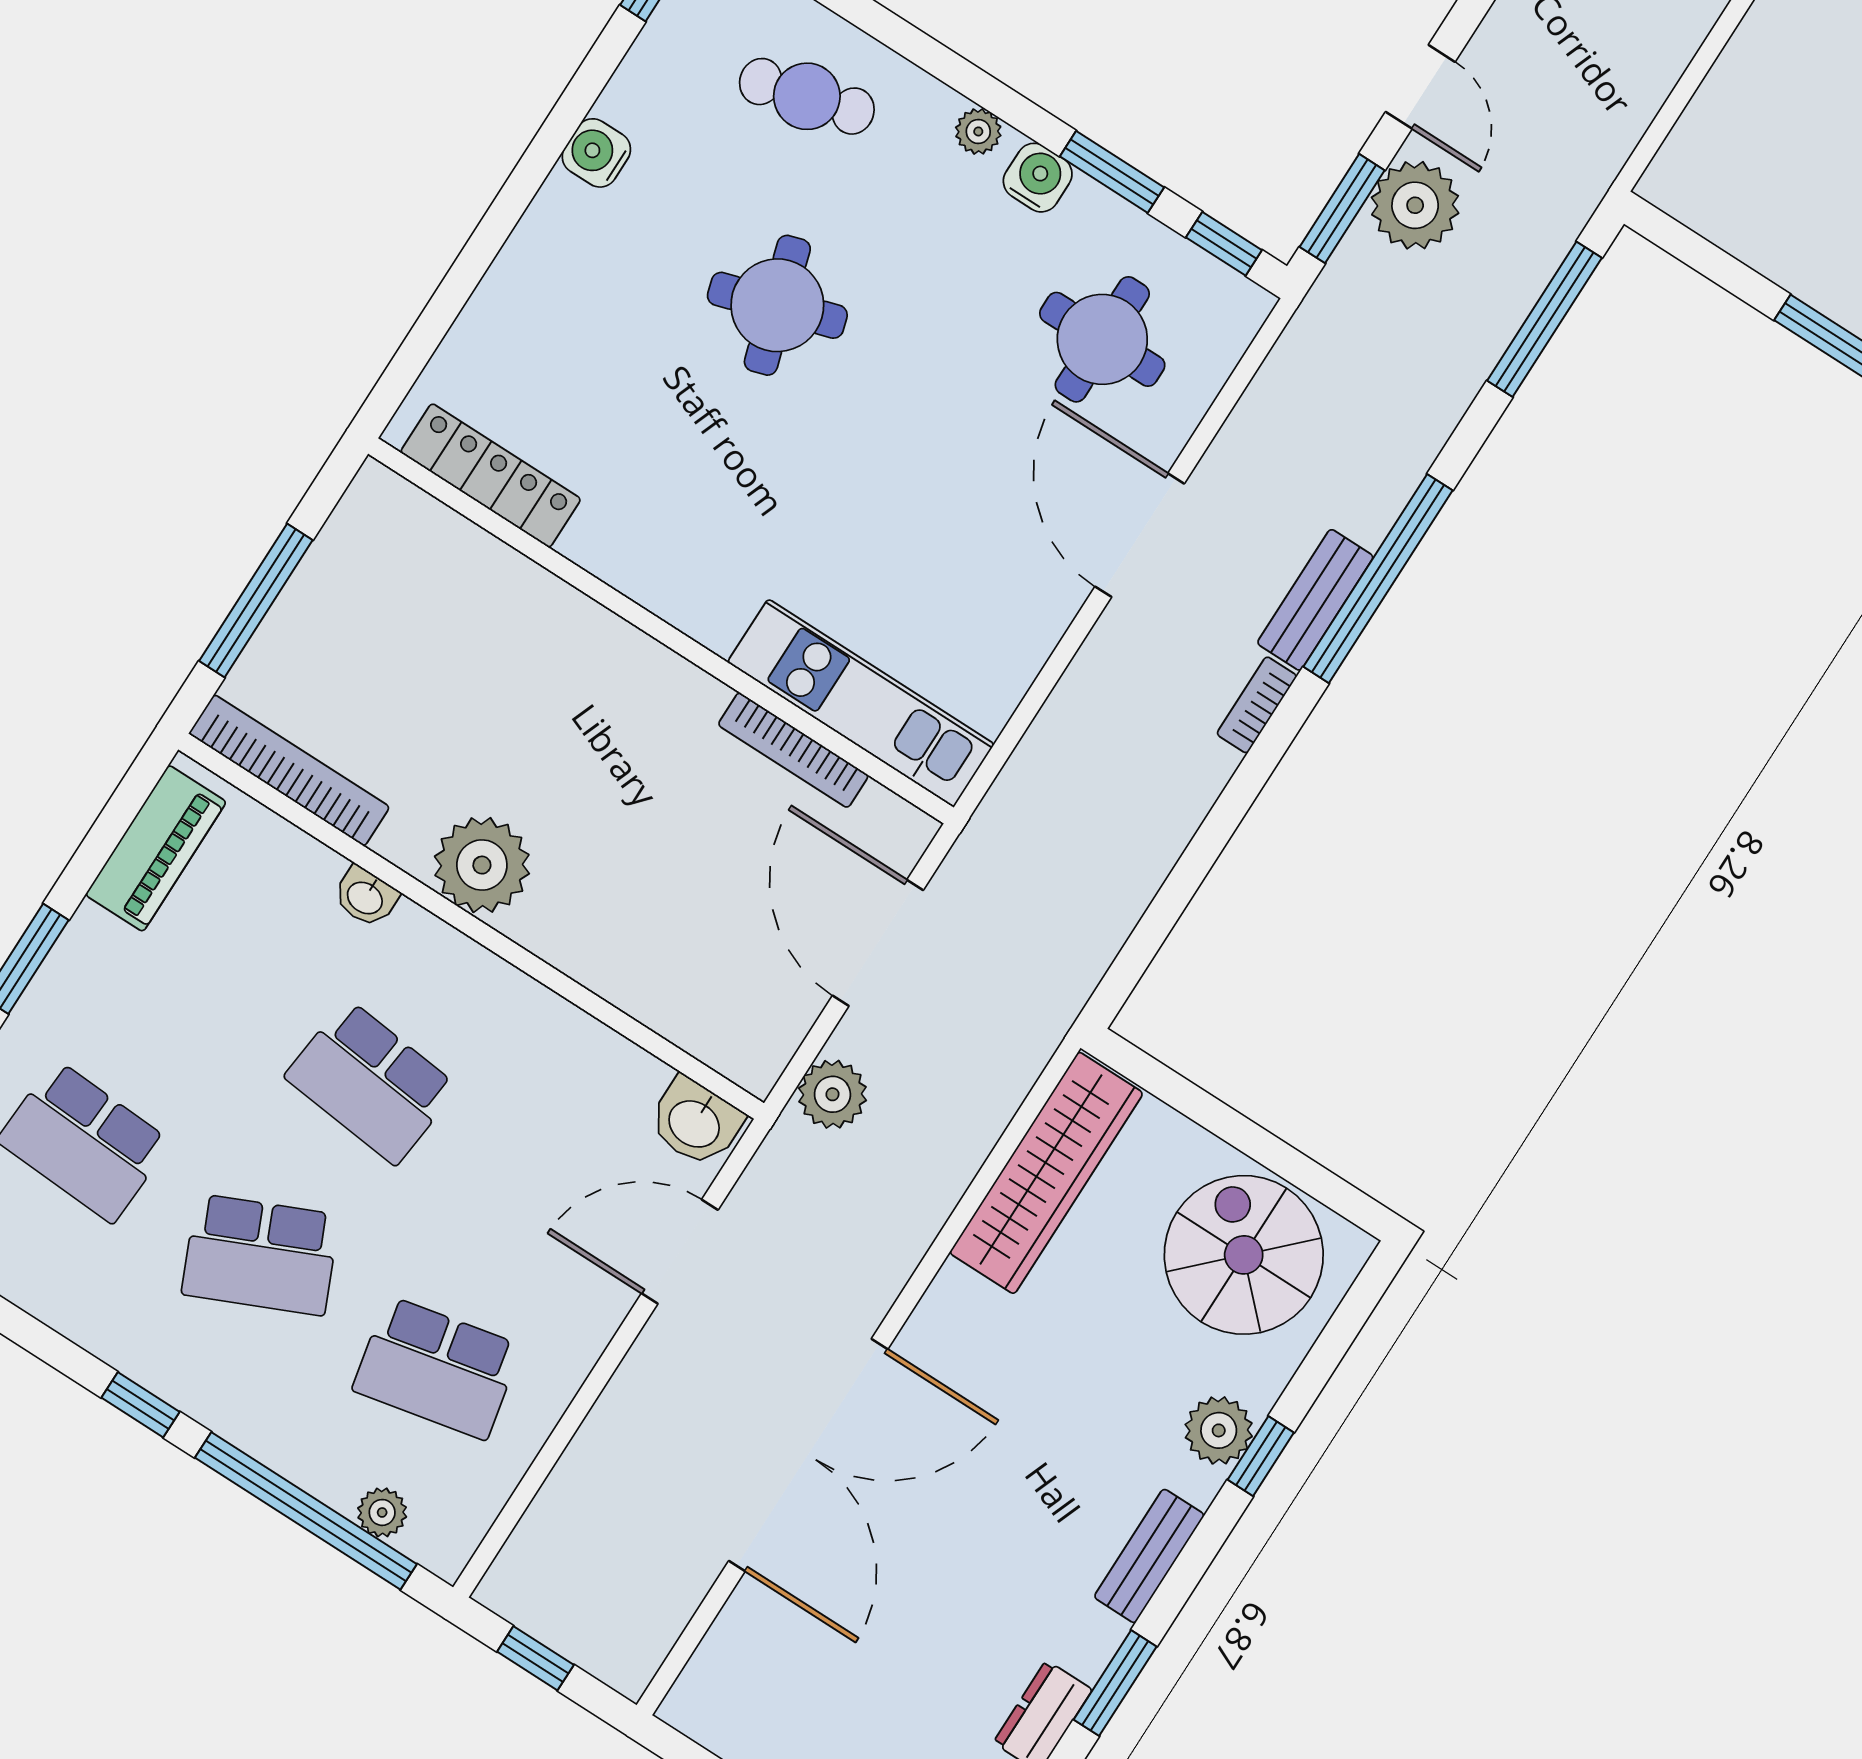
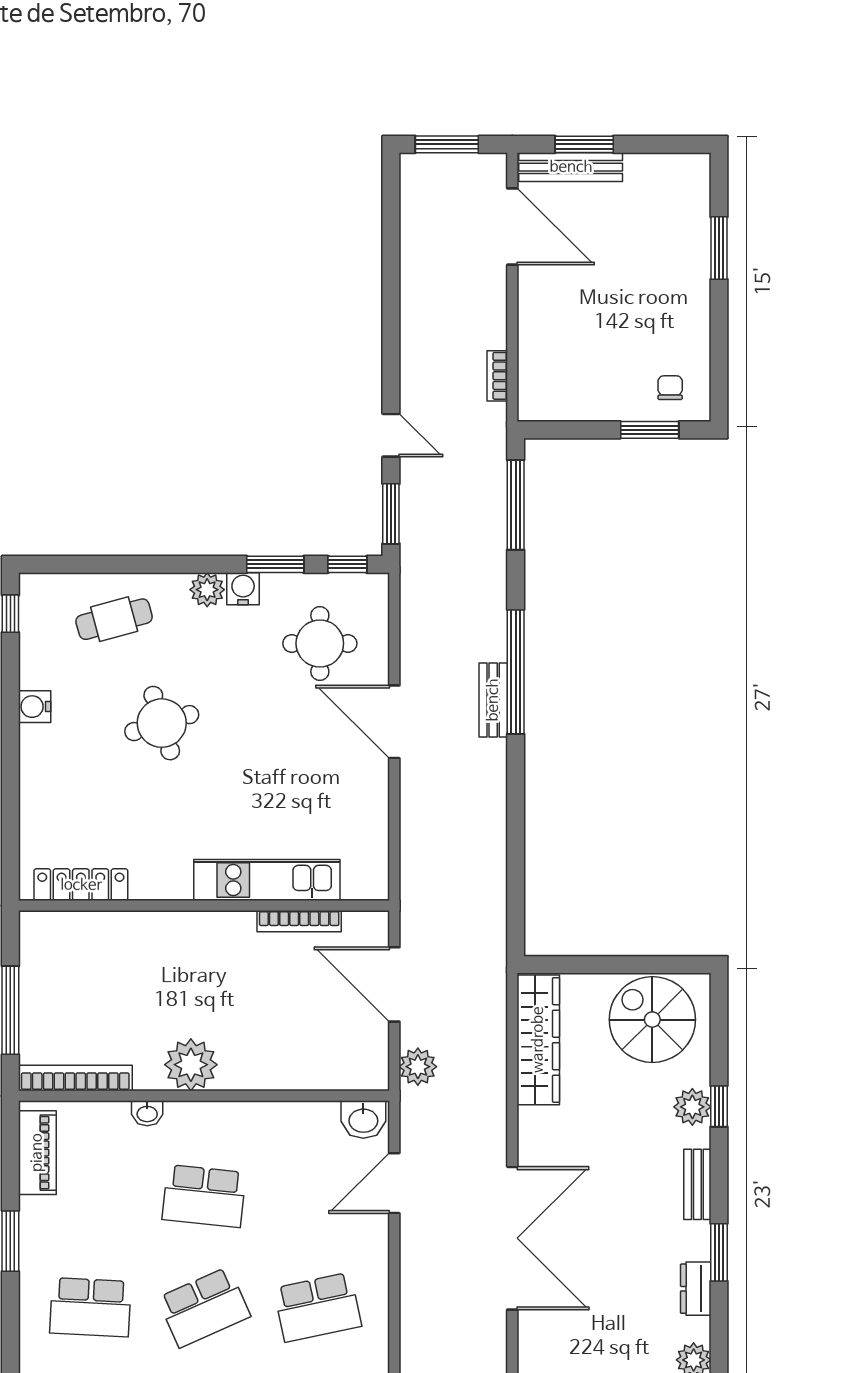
plant: (978, 131) -> (207, 590), width x1.38, depth x1.38
plant: (1415, 205) -> (423, 491), removed
kitchen unit: (861, 703) -> (267, 880), moved
bookcase: (1257, 705) -> (497, 376), moved

